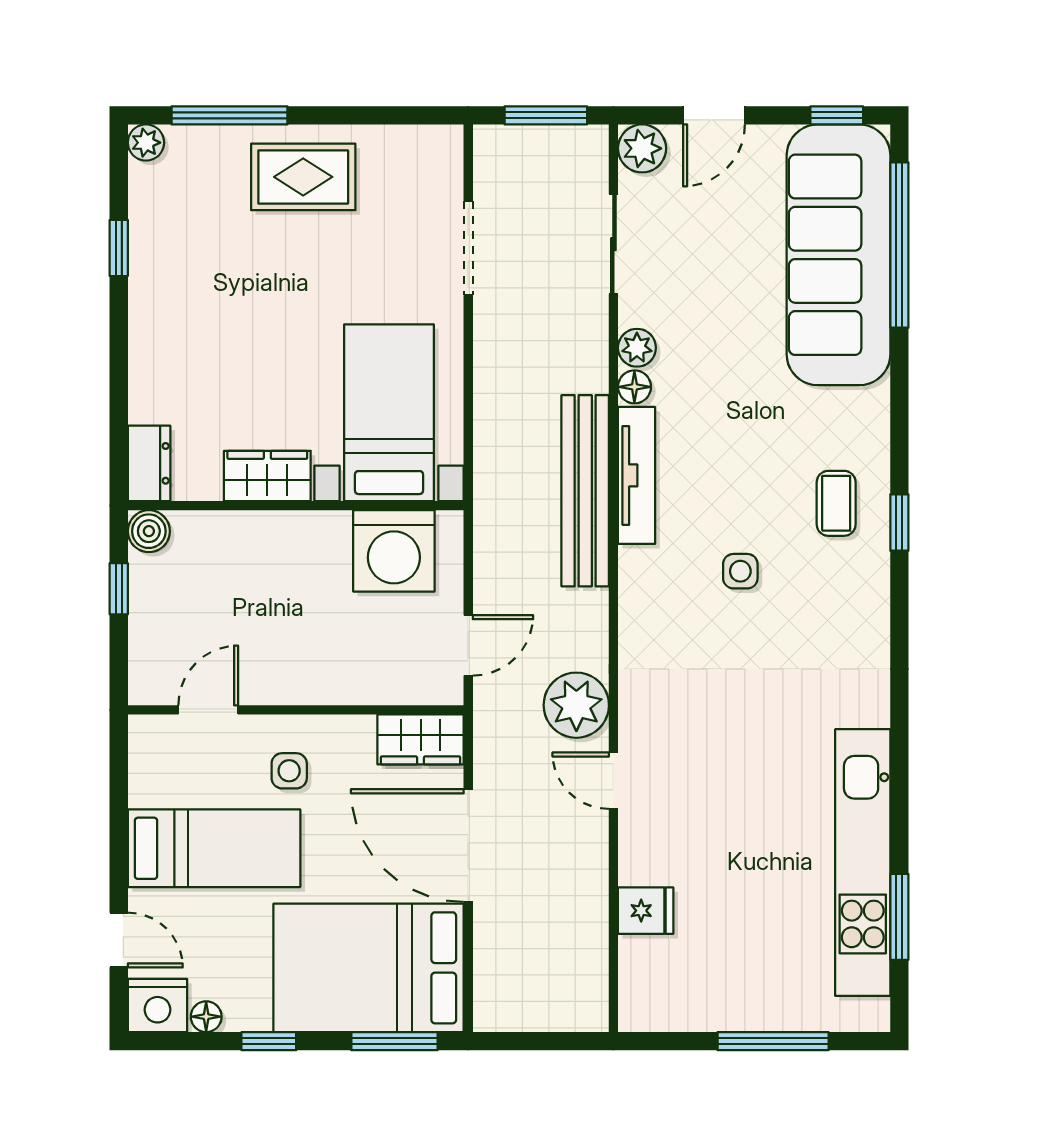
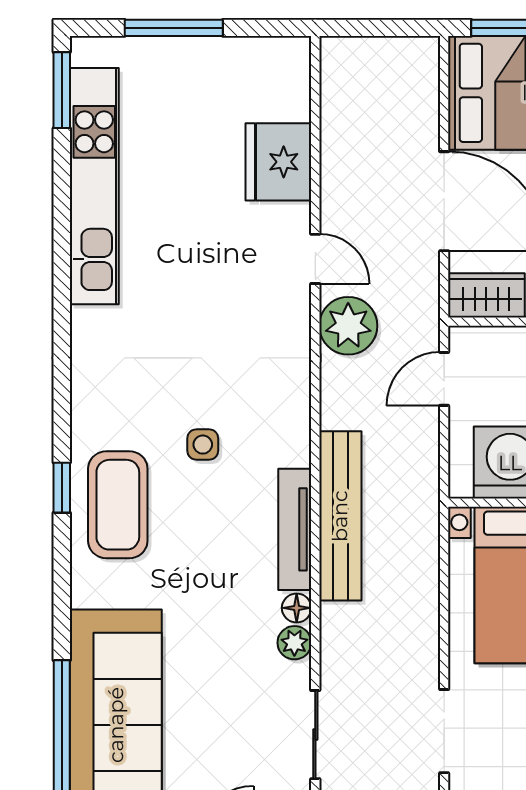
coffee table: (836, 503) -> (118, 505), width x1.86, depth x1.72
fridge: (646, 911) -> (278, 162), width x1.88, depth x1.34
window: (899, 917) -> (62, 90), moved

